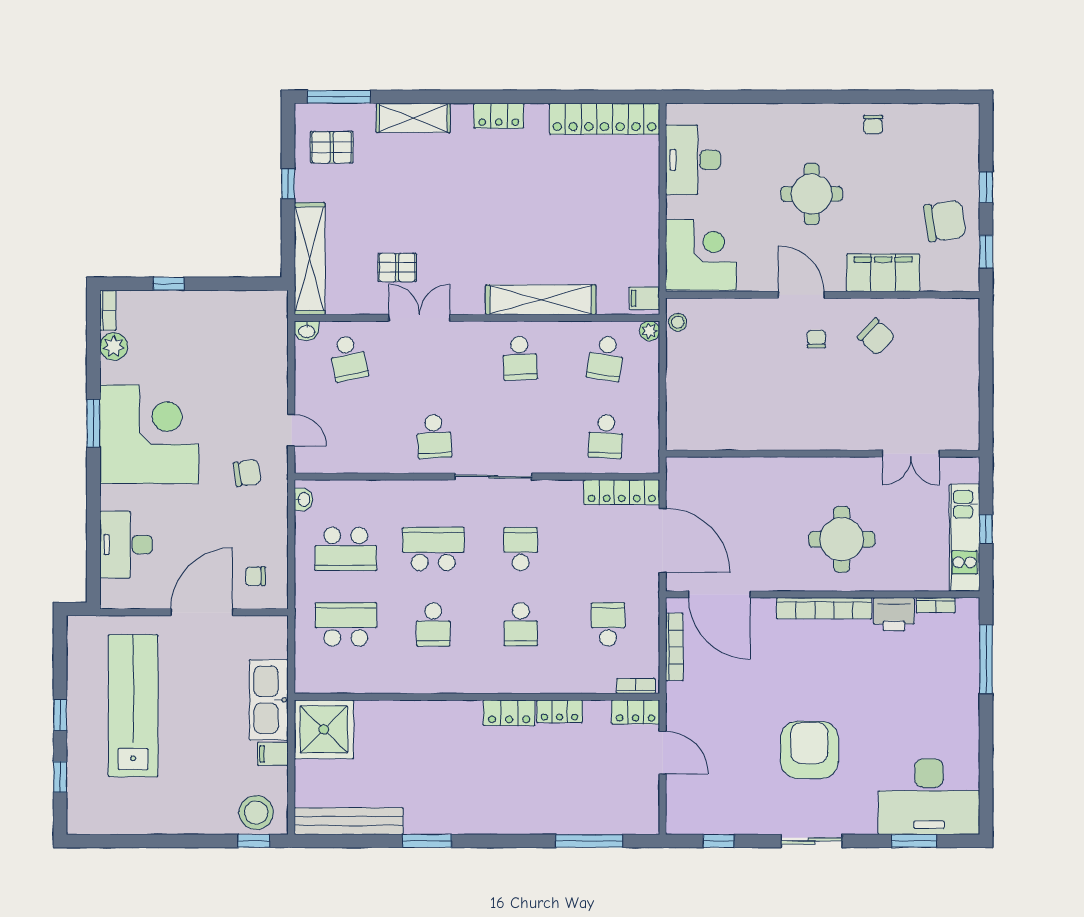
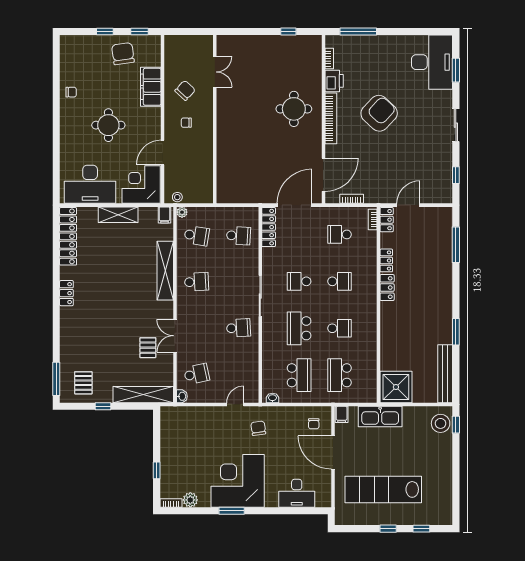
shelving: (413, 118) -> (118, 215), moved, turned 90
desk: (693, 160) -> (90, 184), width x1.36, depth x1.30
door: (801, 295) -> (163, 153), moved
wall: (823, 454) -> (215, 119), moved
double door: (911, 454) -> (215, 72), moved
kitchen unit: (964, 538) -> (293, 43), removed
bookcase: (674, 647) -> (352, 199), width x0.64
armchair: (809, 750) -> (379, 113), moved, turned 133
filing cabinet: (273, 754) -> (342, 414), moved

